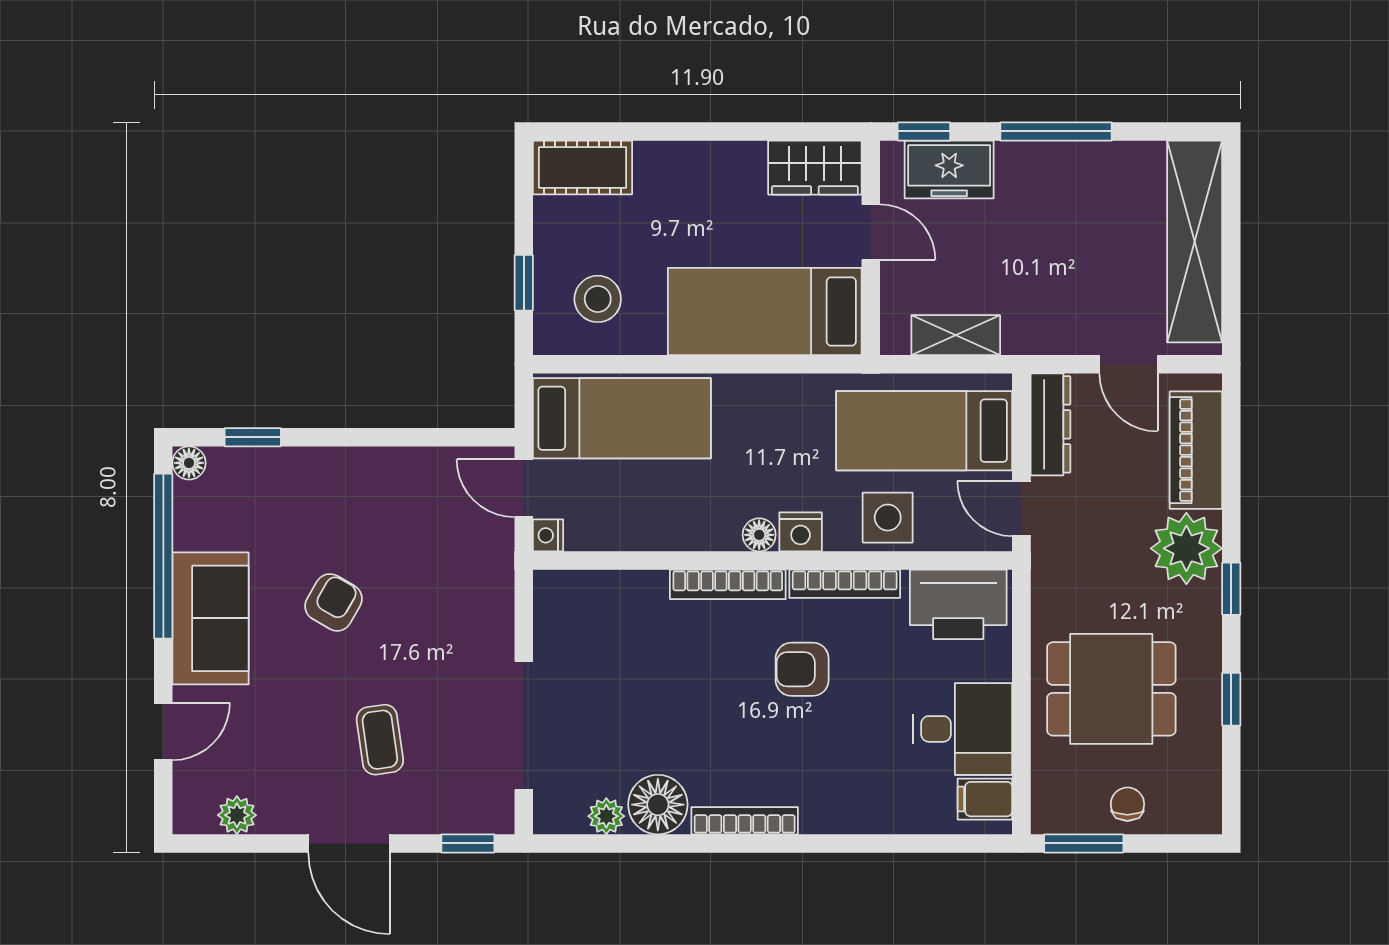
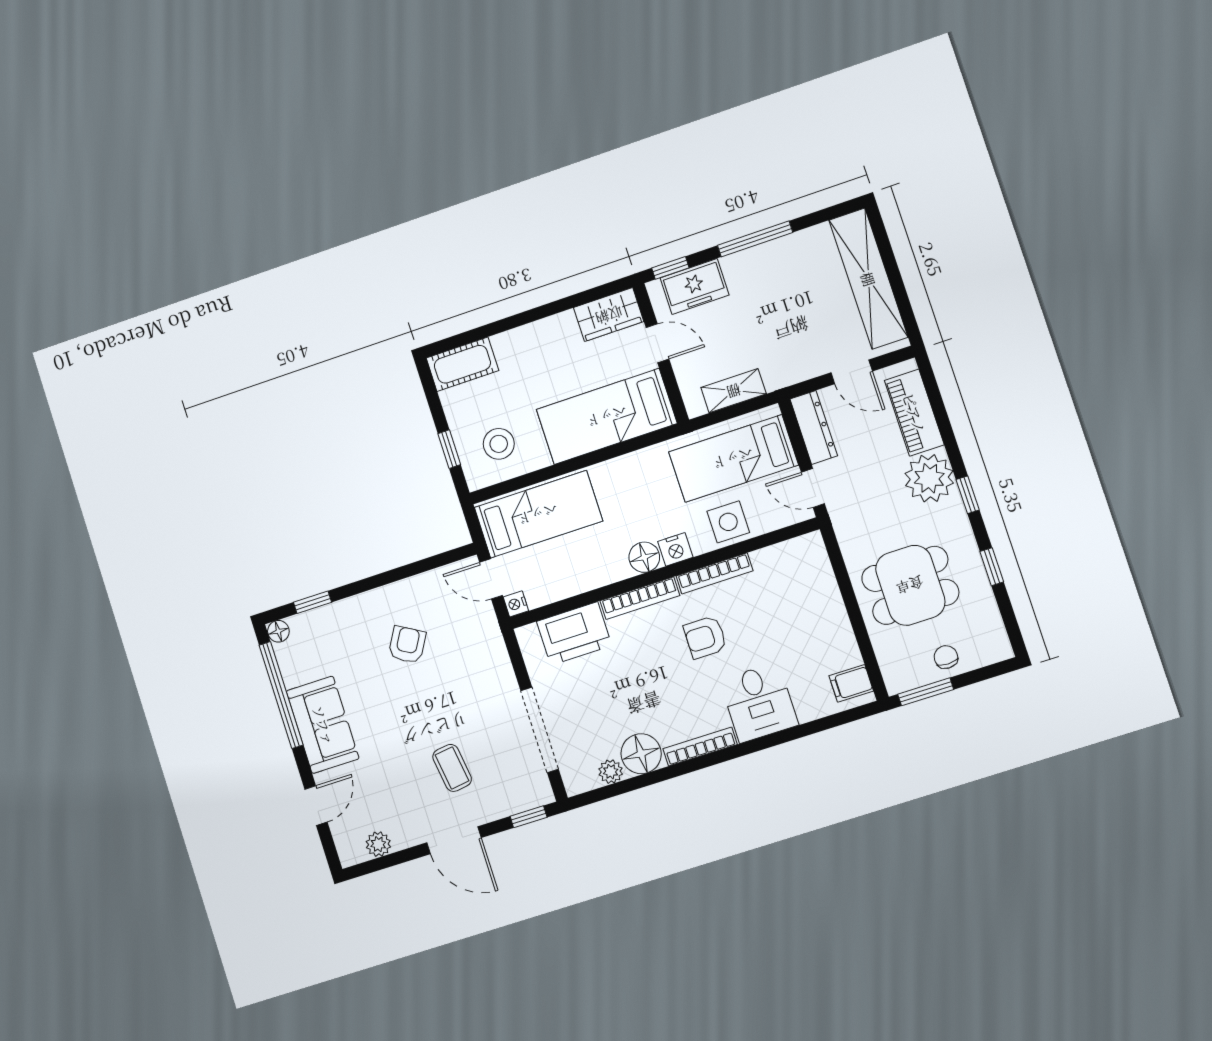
floor lamp: (759, 535) -> (644, 557), width x1.37, depth x1.37
armchair: (334, 602) -> (407, 645), moved
printer: (958, 604) -> (574, 633), moved
desk: (963, 729) -> (759, 702), moved, turned 90

